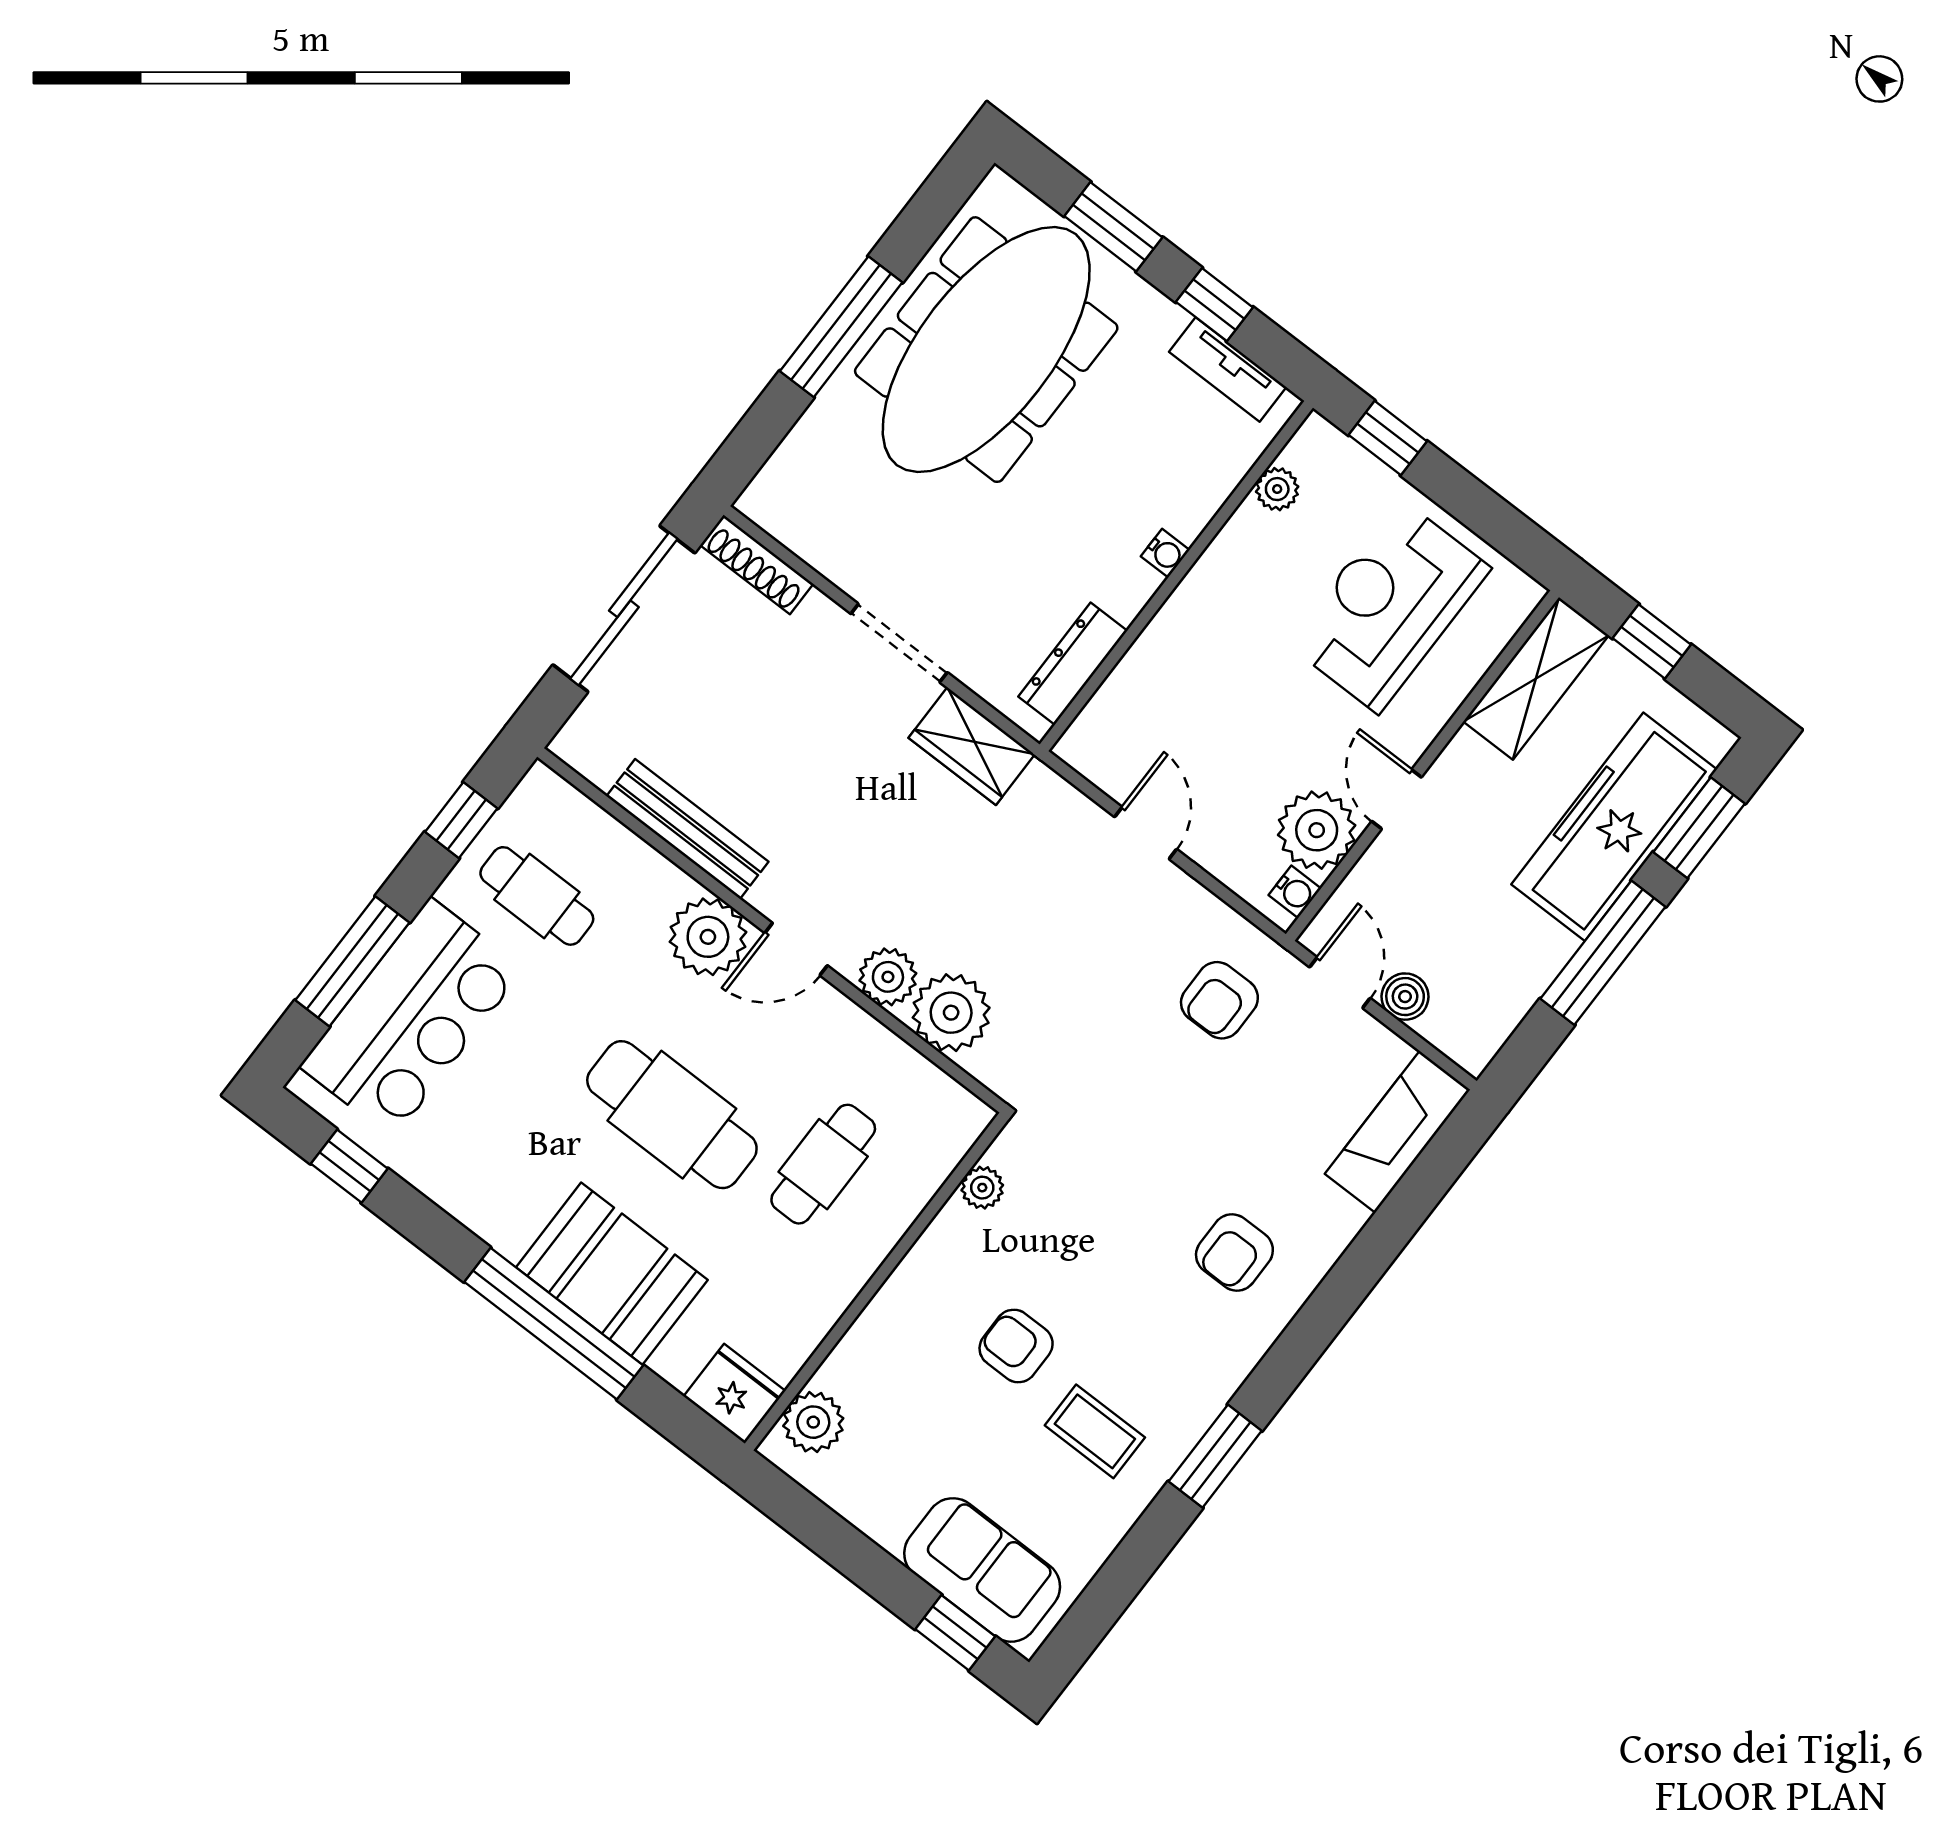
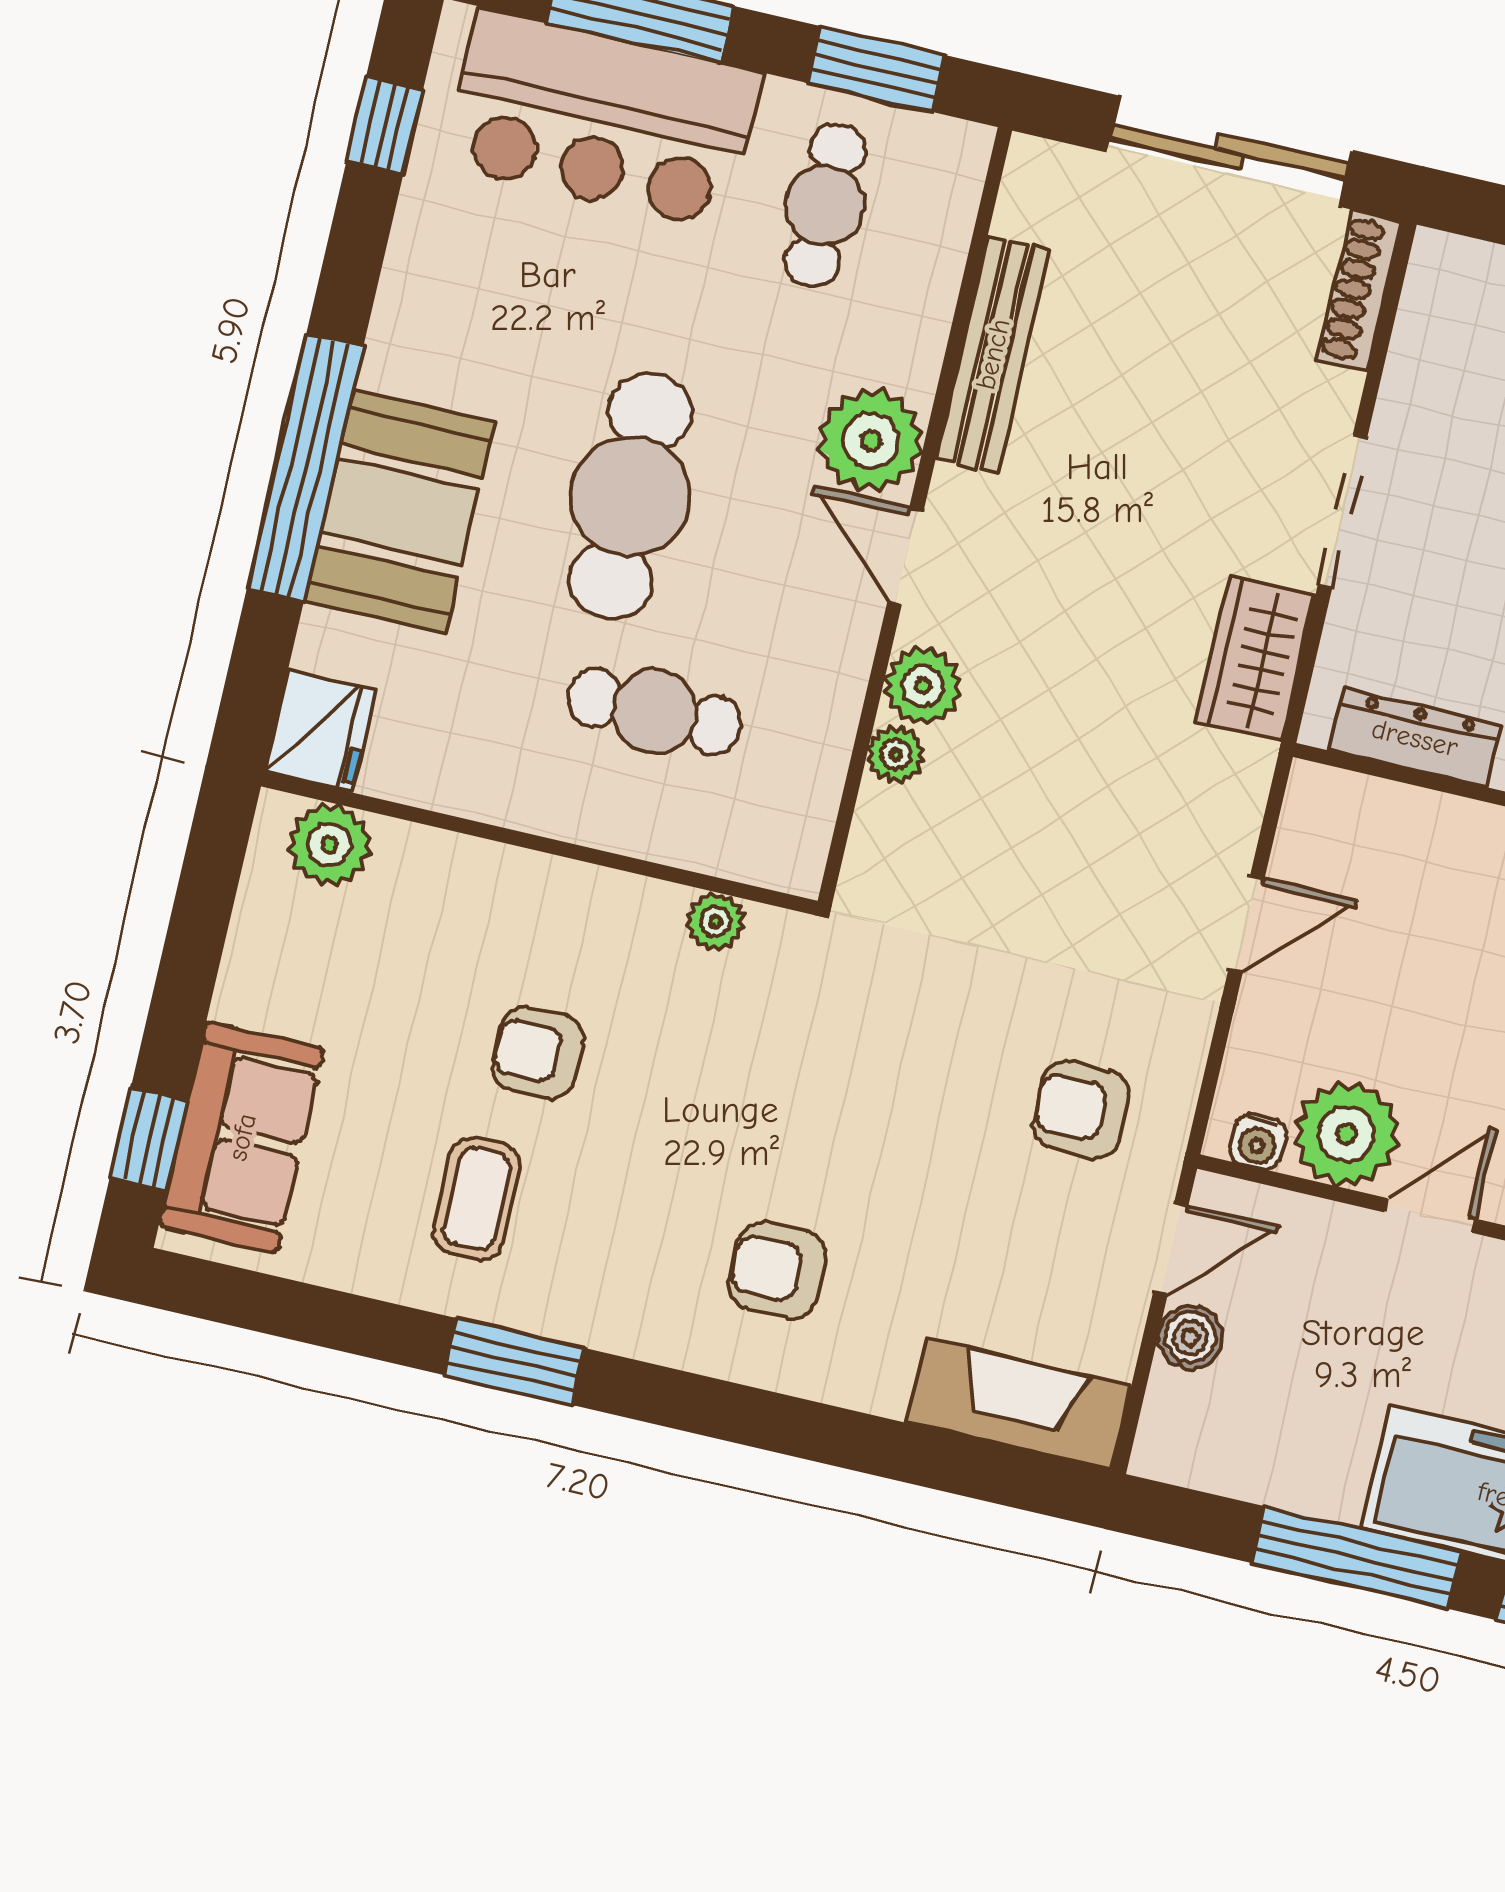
window: (461, 820) -> (876, 69), width x1.50
plant: (951, 1013) -> (896, 755), width x0.53, depth x0.53
armchair: (1016, 1346) -> (538, 1053), turned -90

